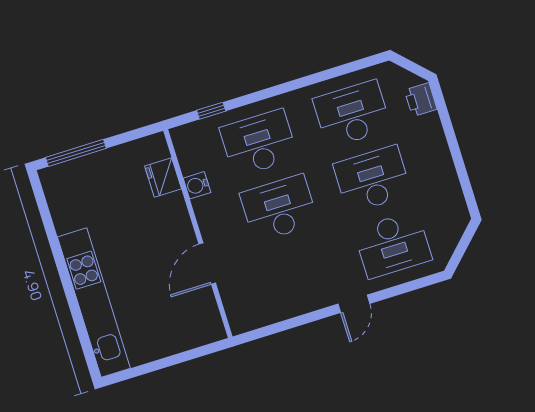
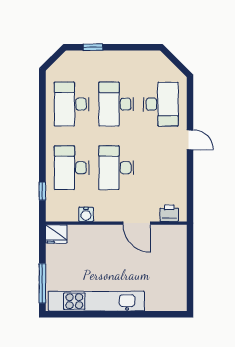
printer: (421, 100) -> (169, 213), moved, turned 180
window: (445, 119) -> (93, 47), added
fridge: (163, 177) -> (56, 234), moved
kitchen unit: (94, 303) -> (96, 301), moved

